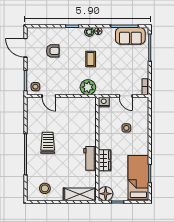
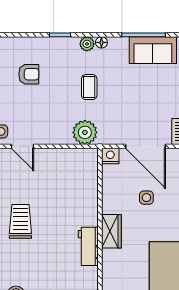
door: (126, 96) -> (146, 146), width x1.87
wardrobe: (104, 160) -> (111, 231), moved

